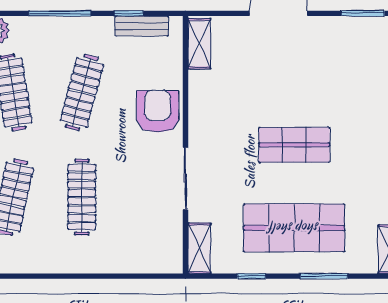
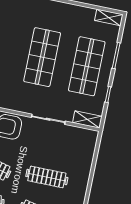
shop shelf: (294, 145) -> (42, 57), width x1.43, depth x1.36

